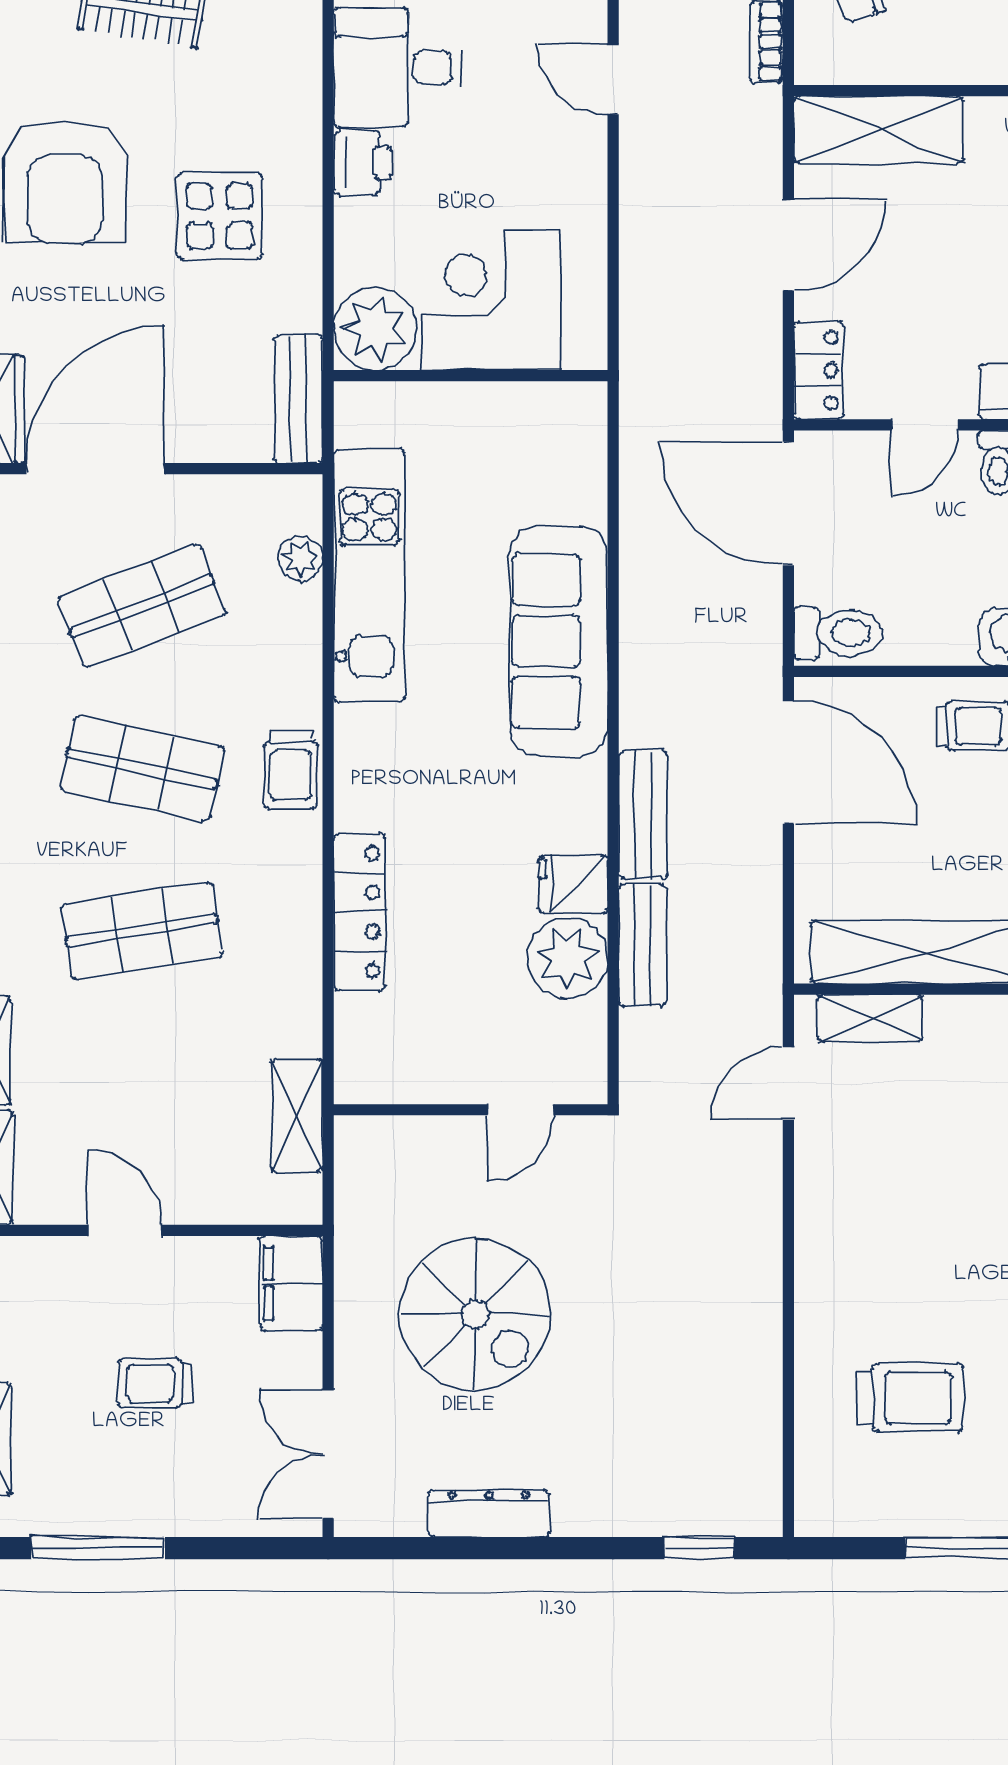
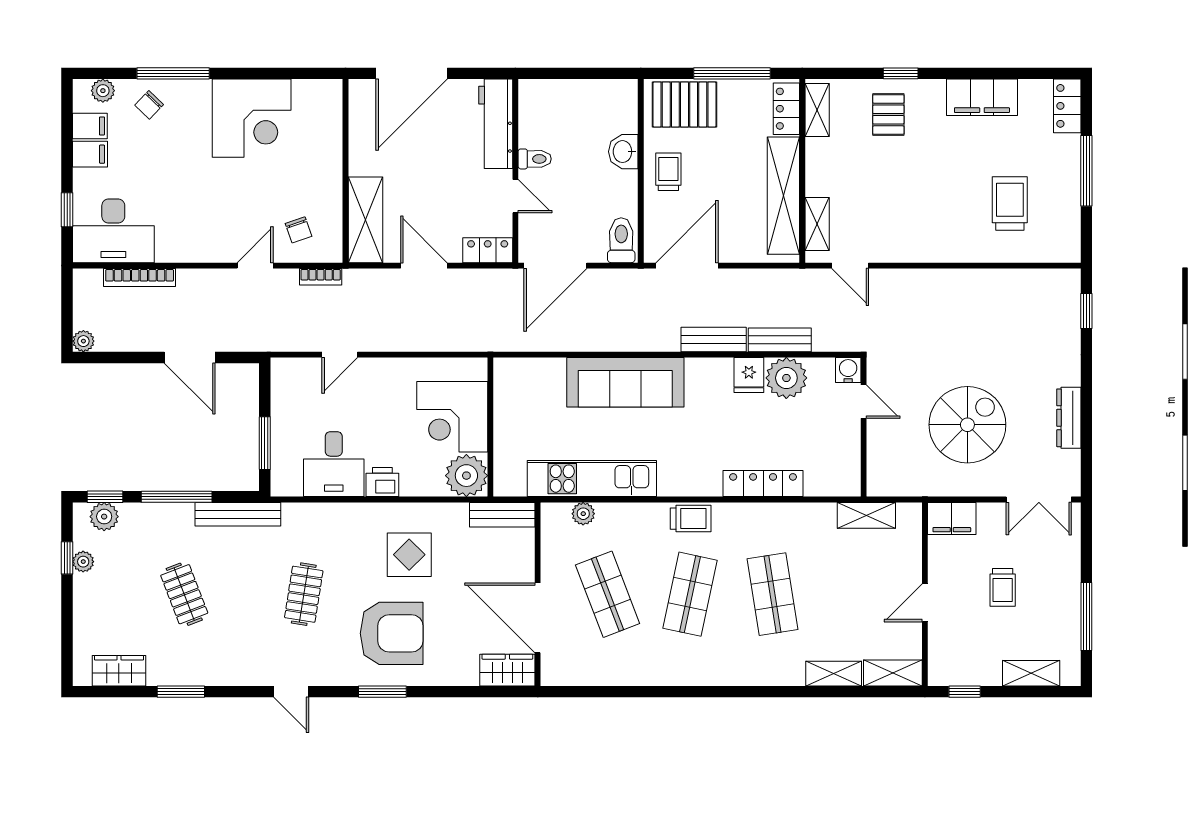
water cooler: (583, 1079) -> (848, 370), added

